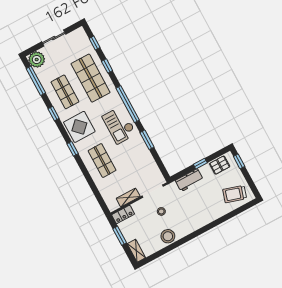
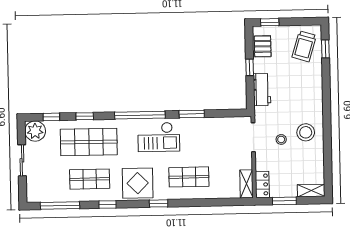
plant: (37, 59) -> (35, 131), moved
shelving: (128, 198) -> (246, 184), moved
window: (240, 210) -> (325, 49), added
stool: (168, 236) -> (306, 132), moved

